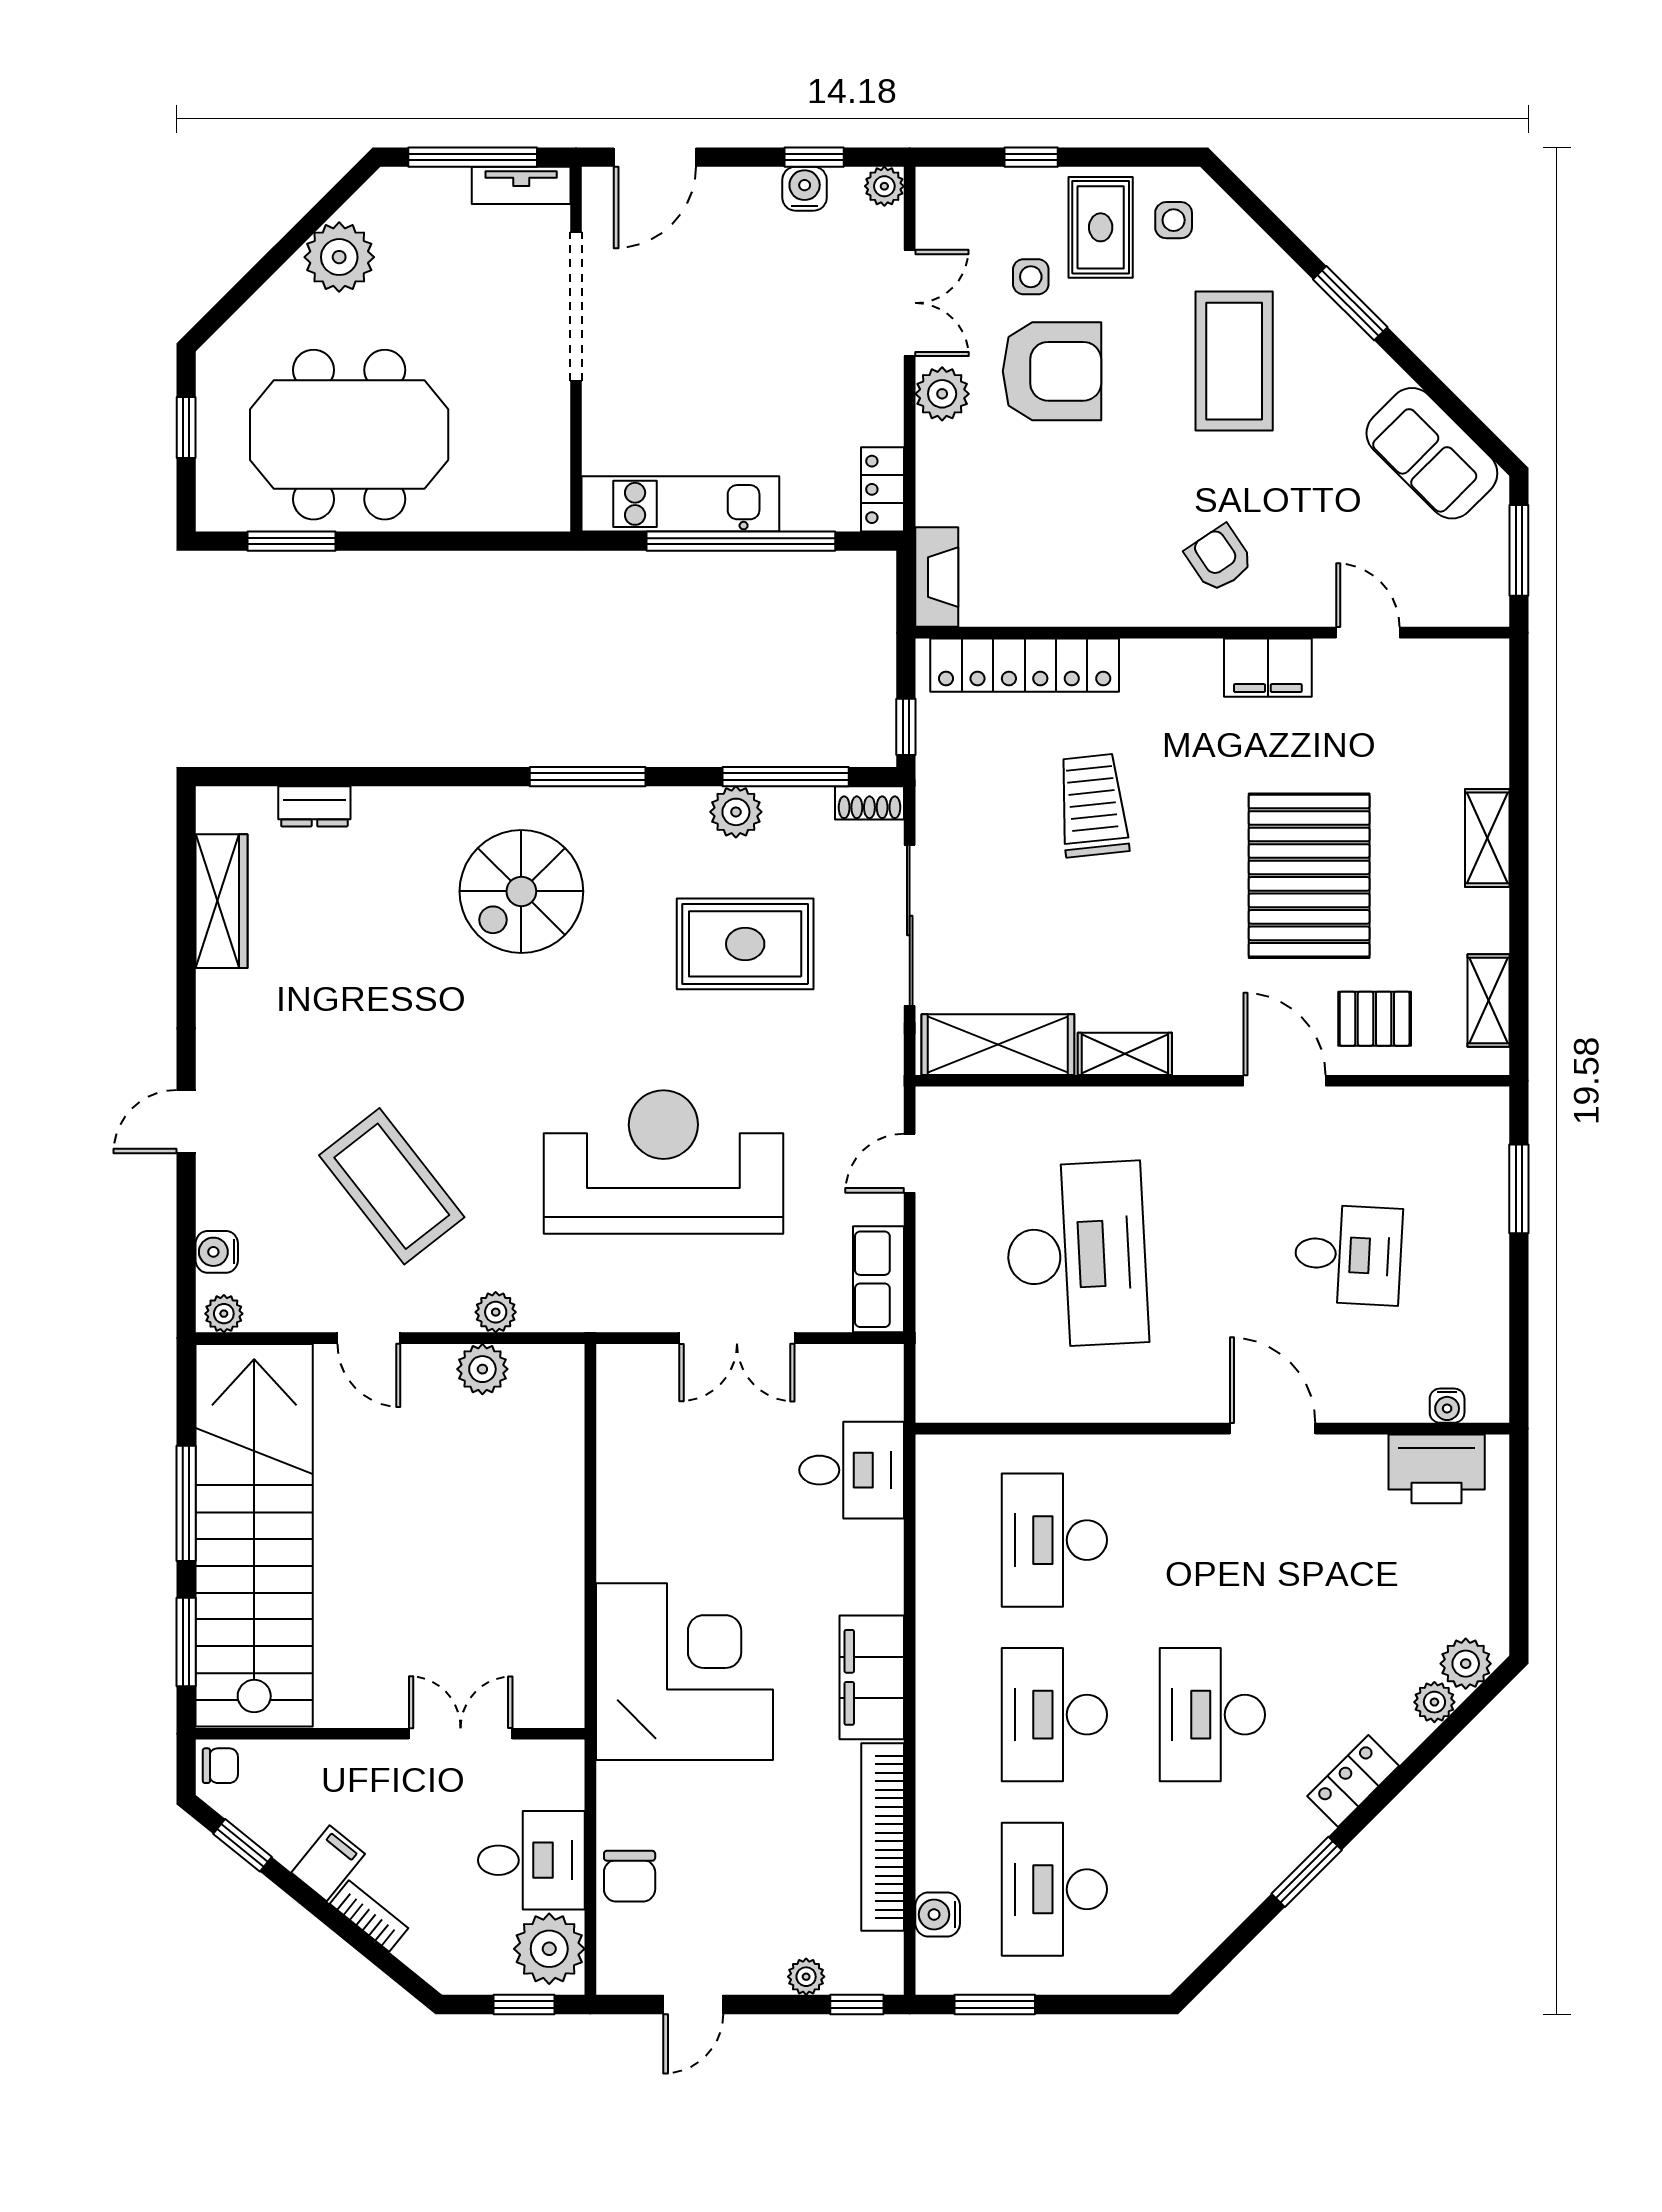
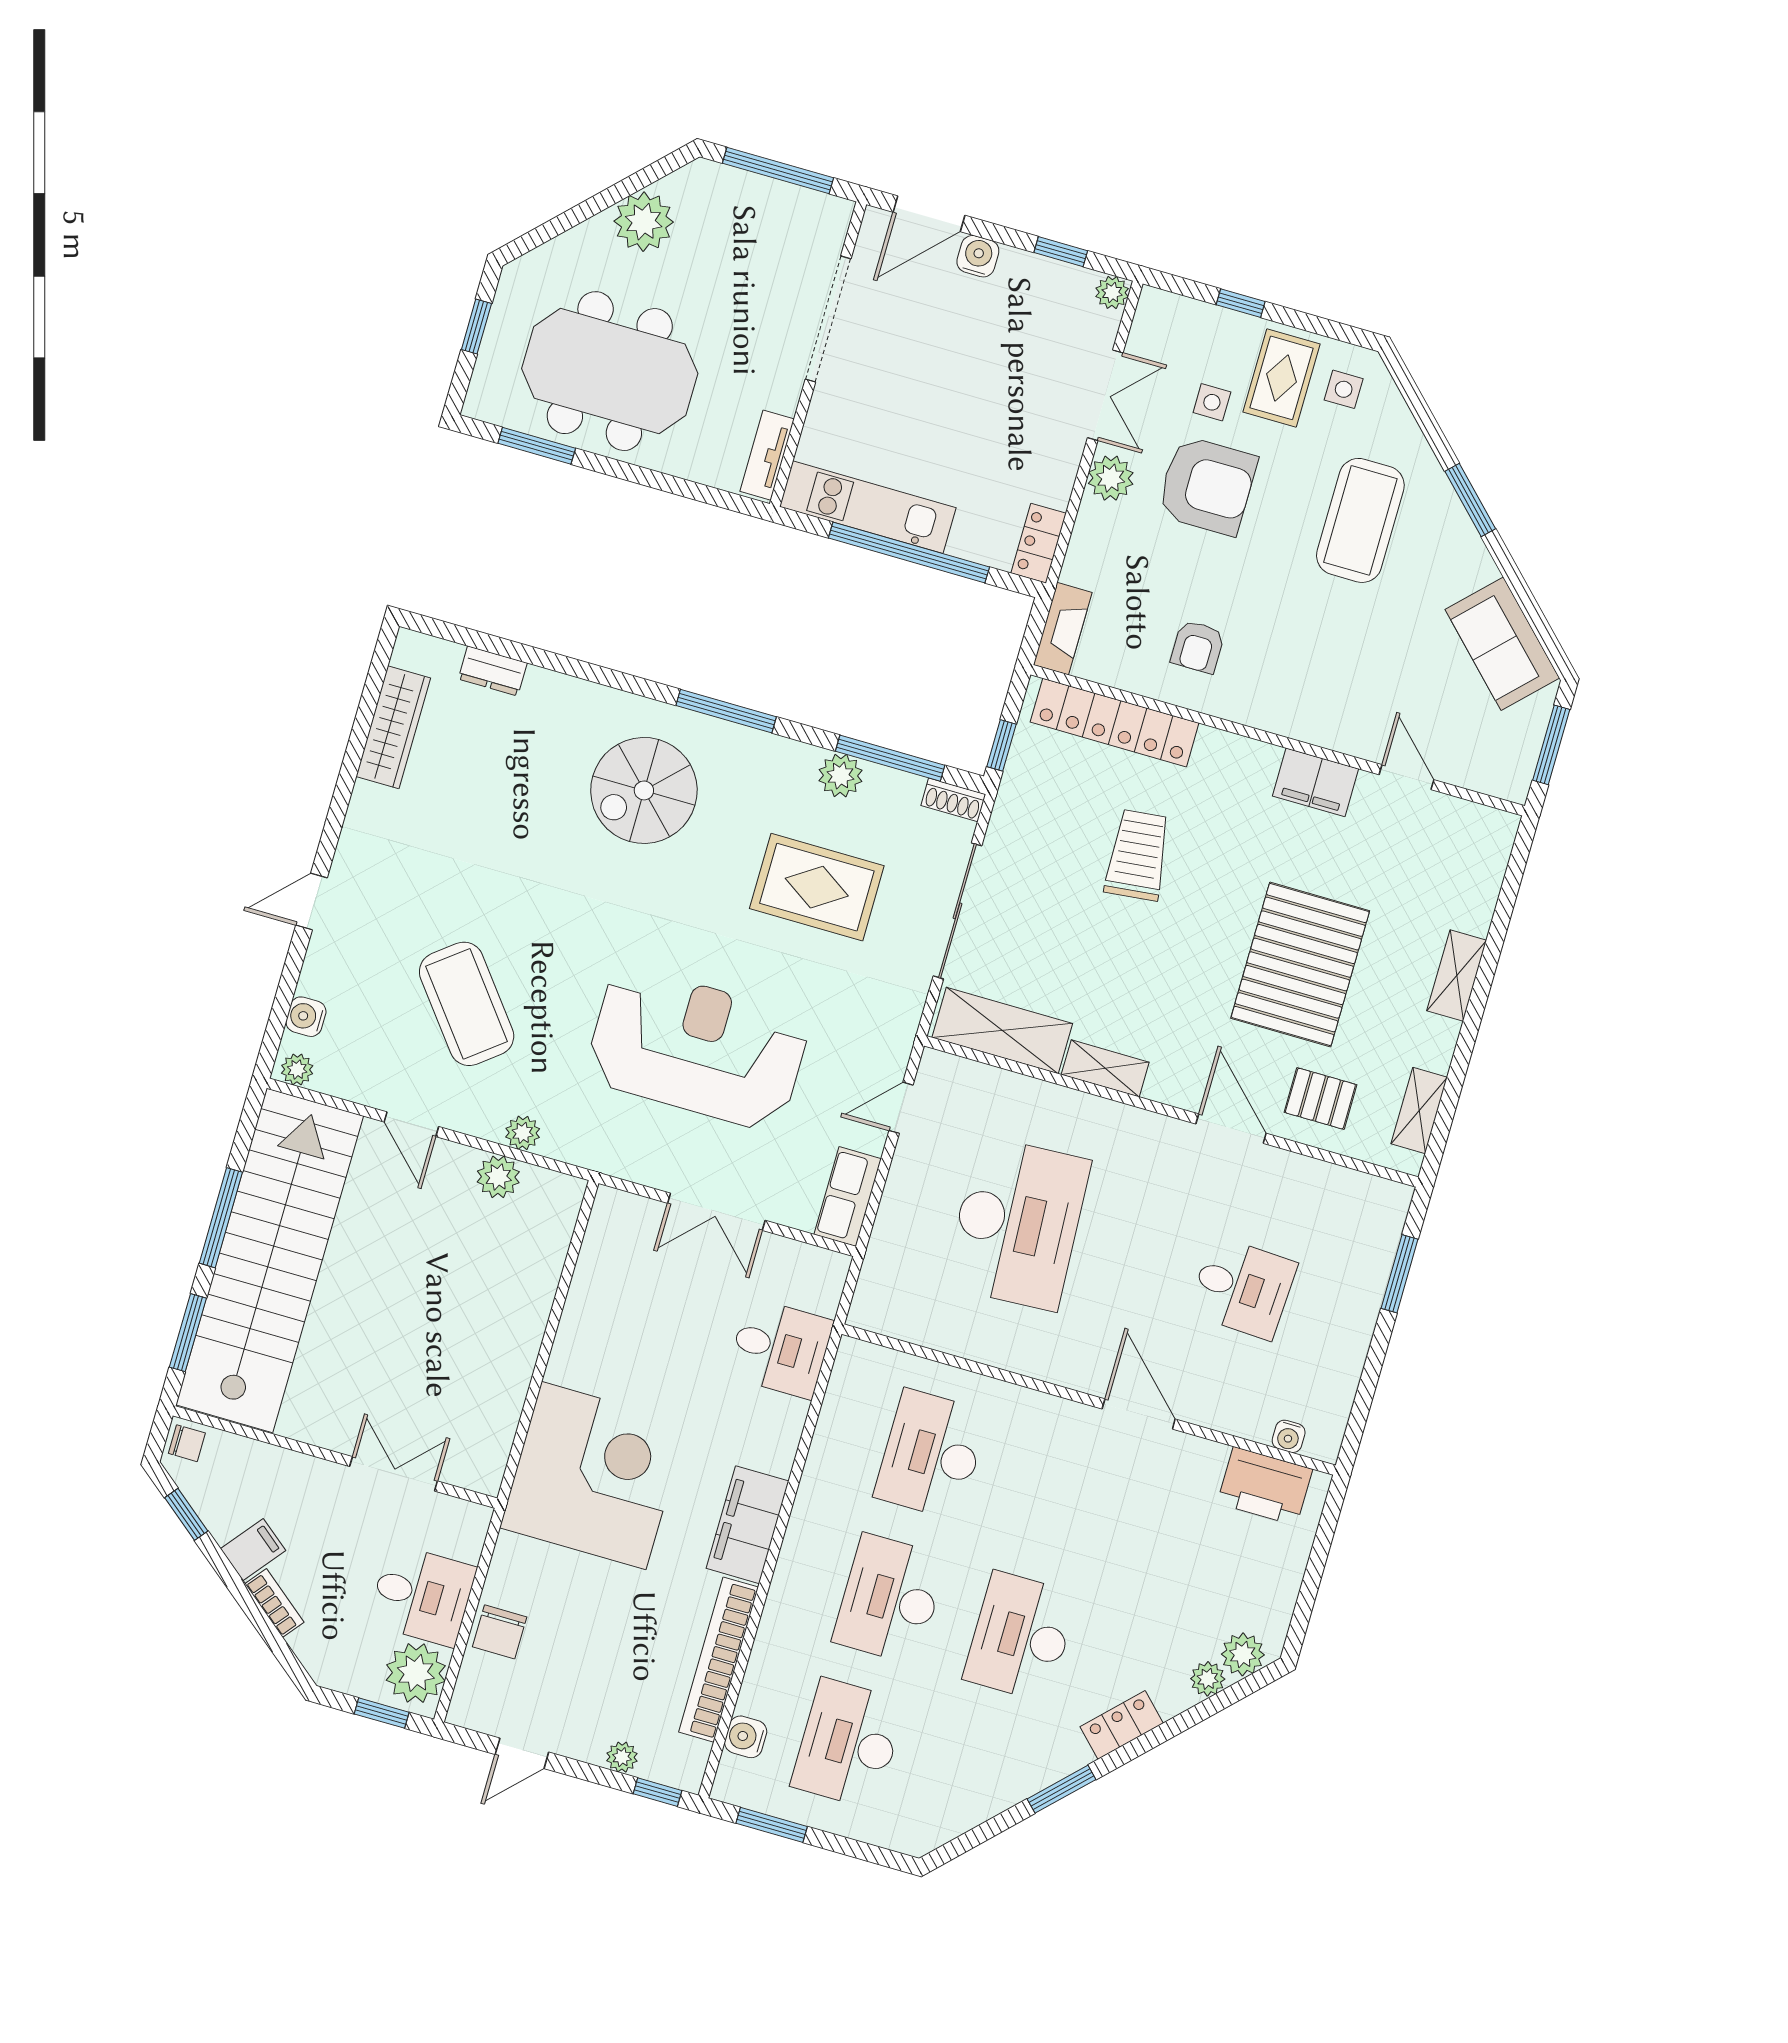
tv unit: (521, 185) -> (767, 455), moved, turned 90
water cooler: (805, 189) -> (978, 256), moved
armchair: (1219, 558) -> (1198, 647), moved, turned -146

